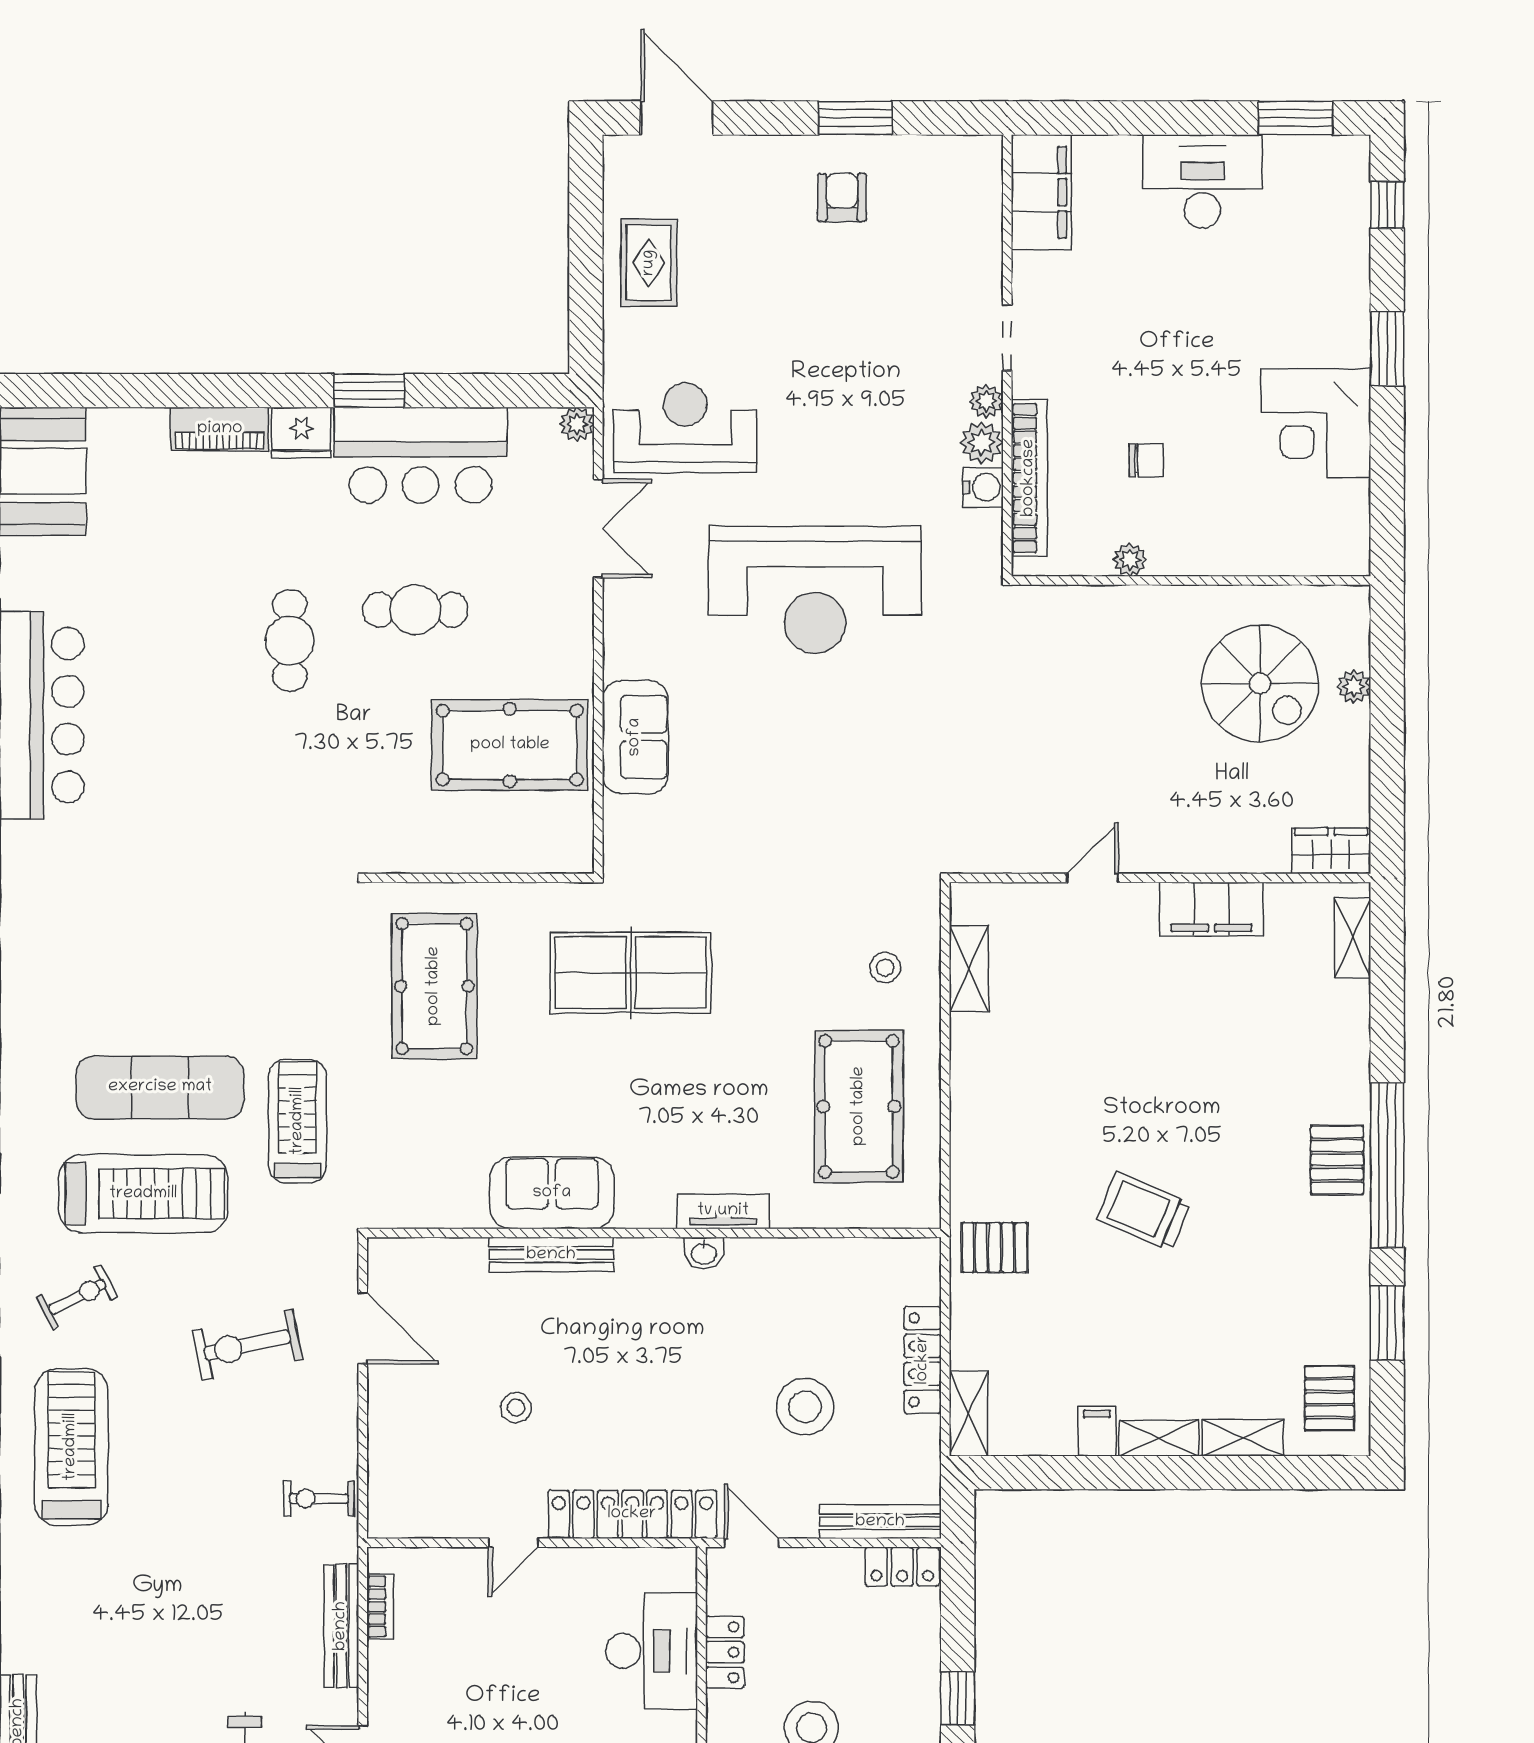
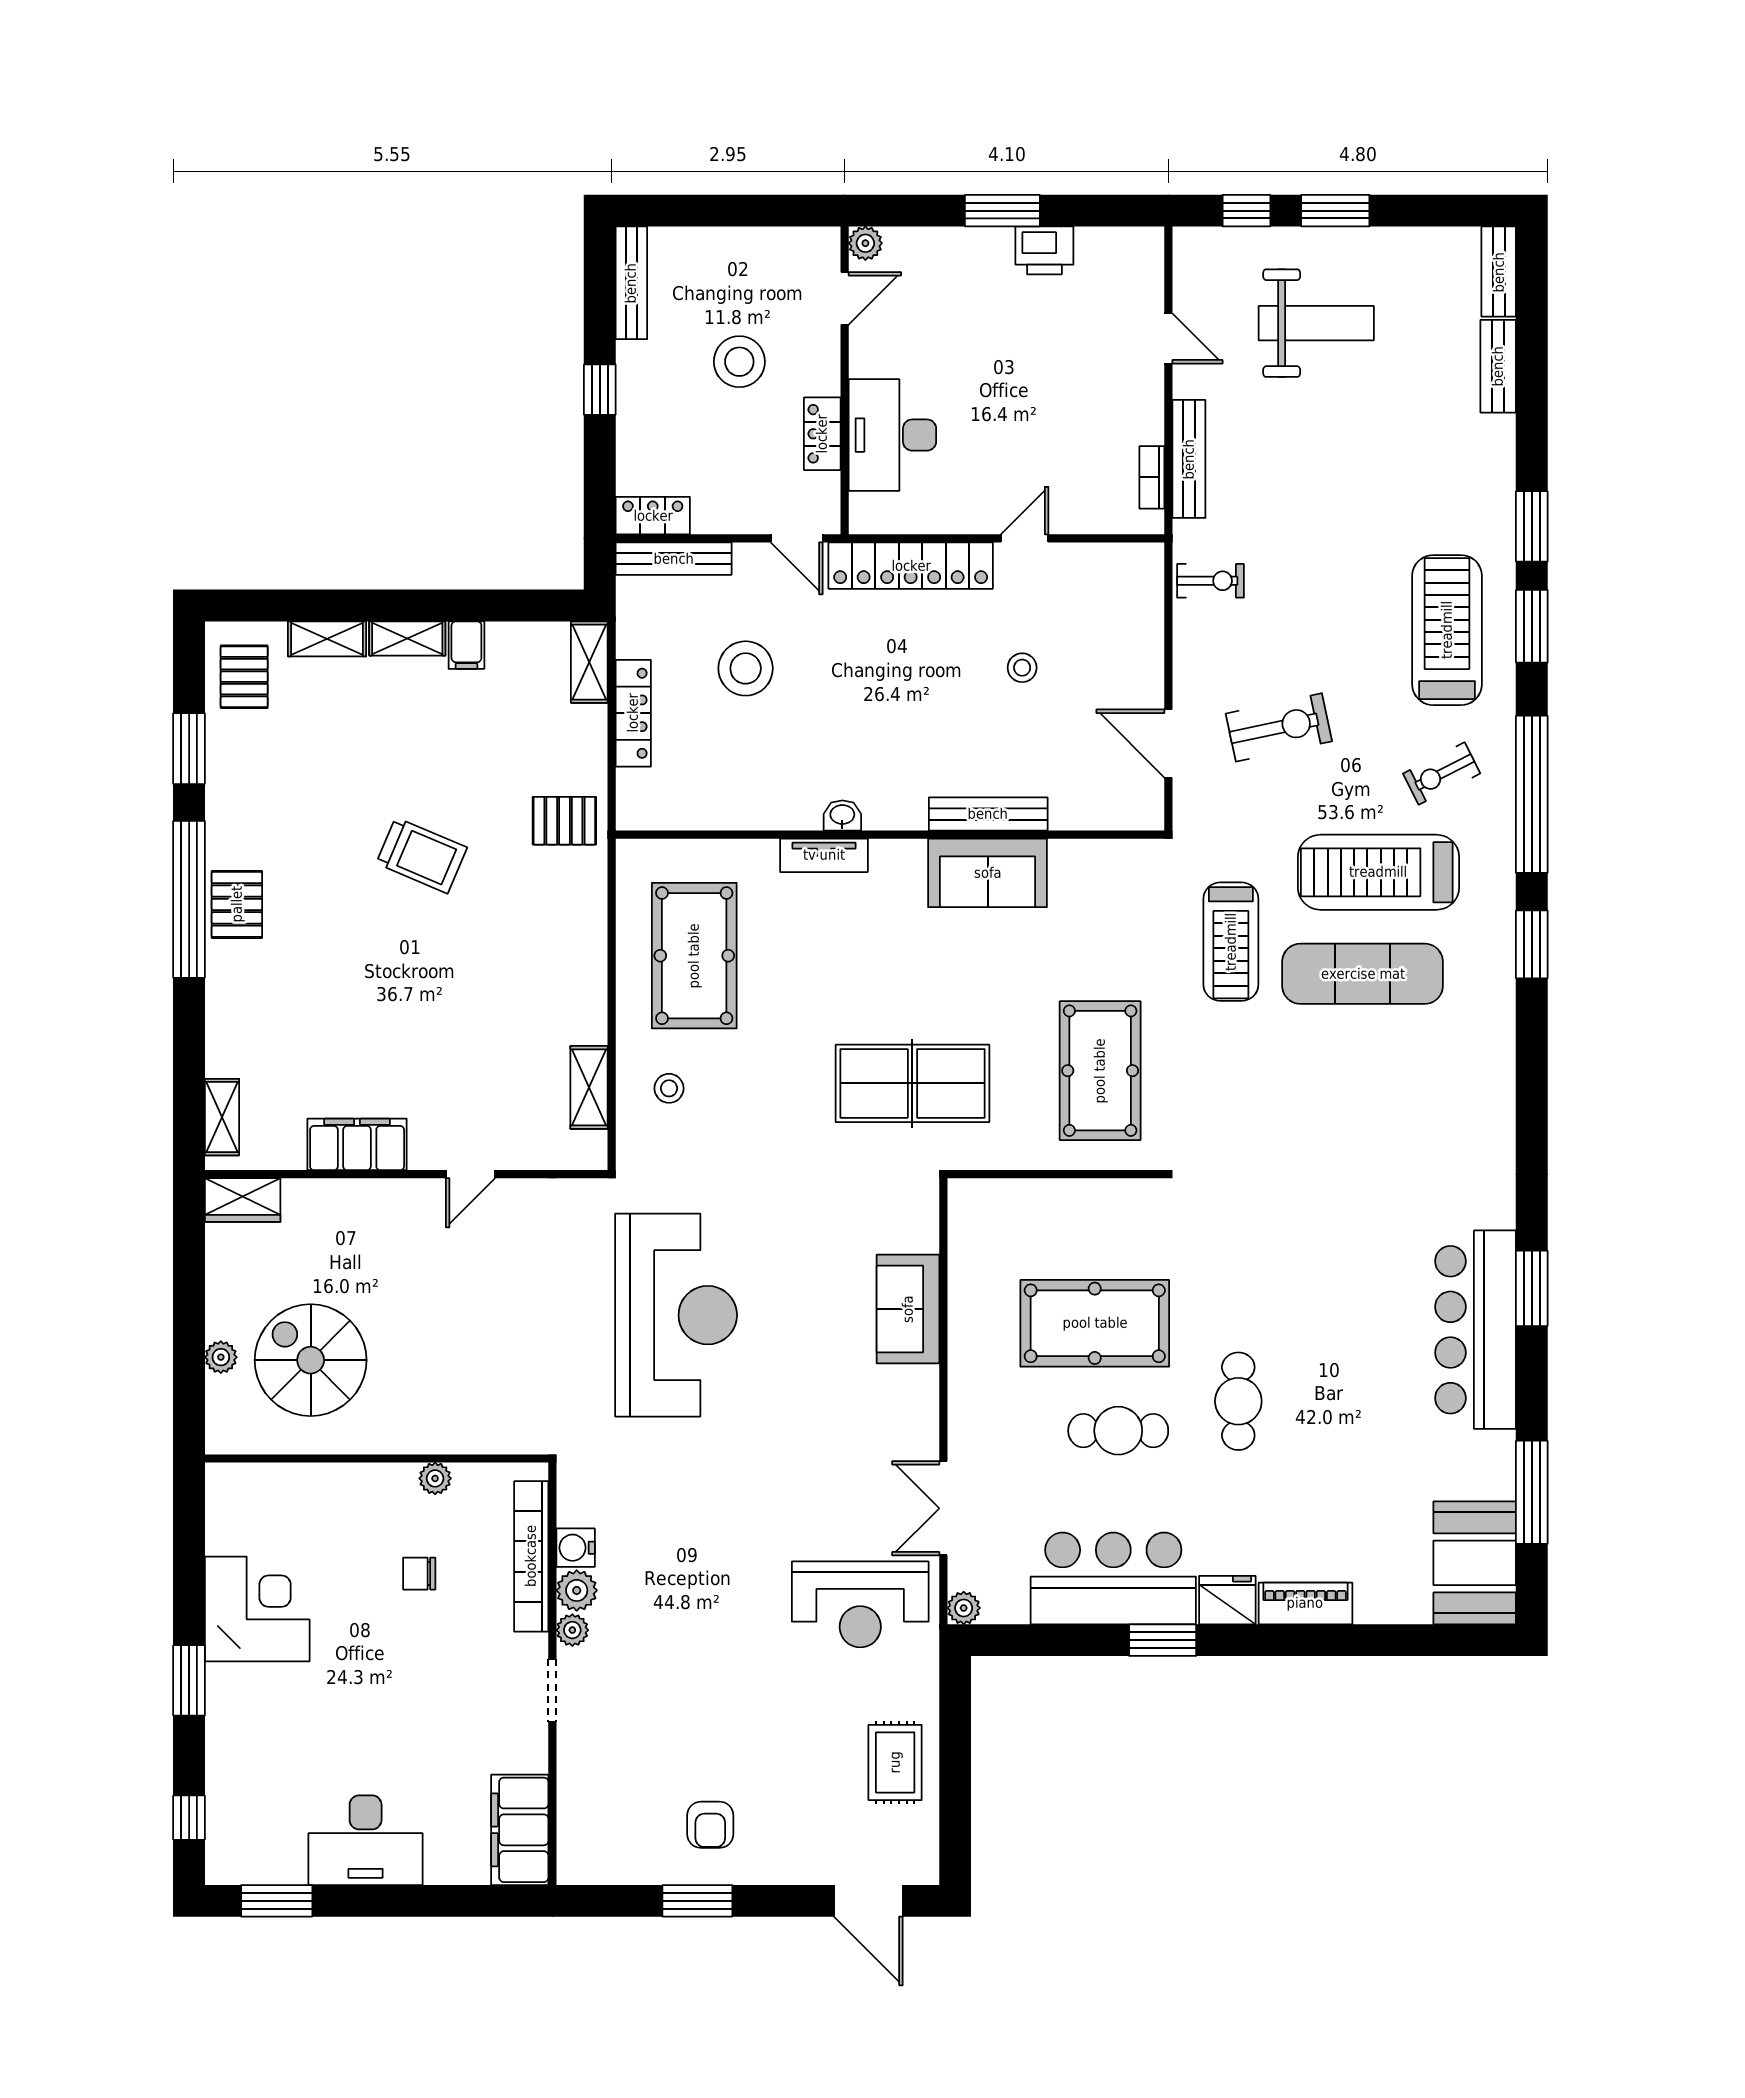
reception desk: (815, 590) -> (676, 1315), moved, turned 90
pool table: (510, 745) -> (1095, 1323), moved
treadmill: (71, 1447) -> (1447, 630), turned 180

